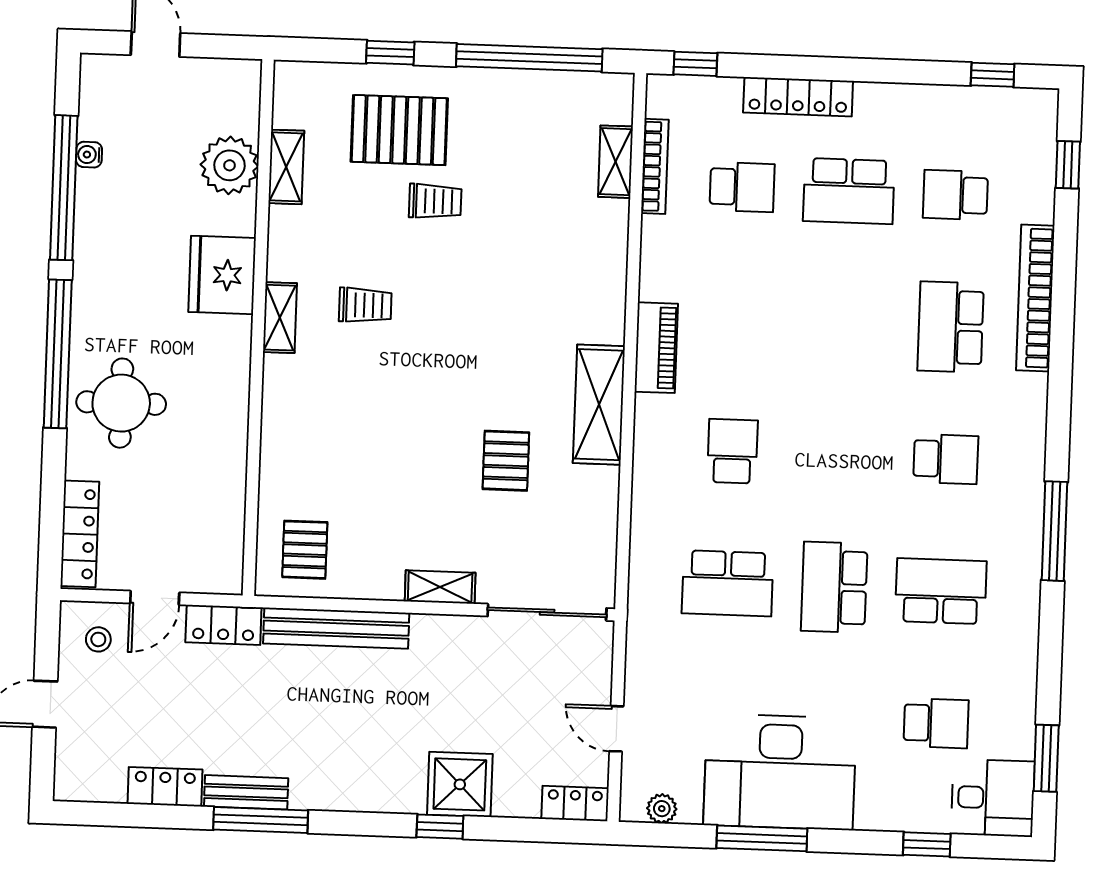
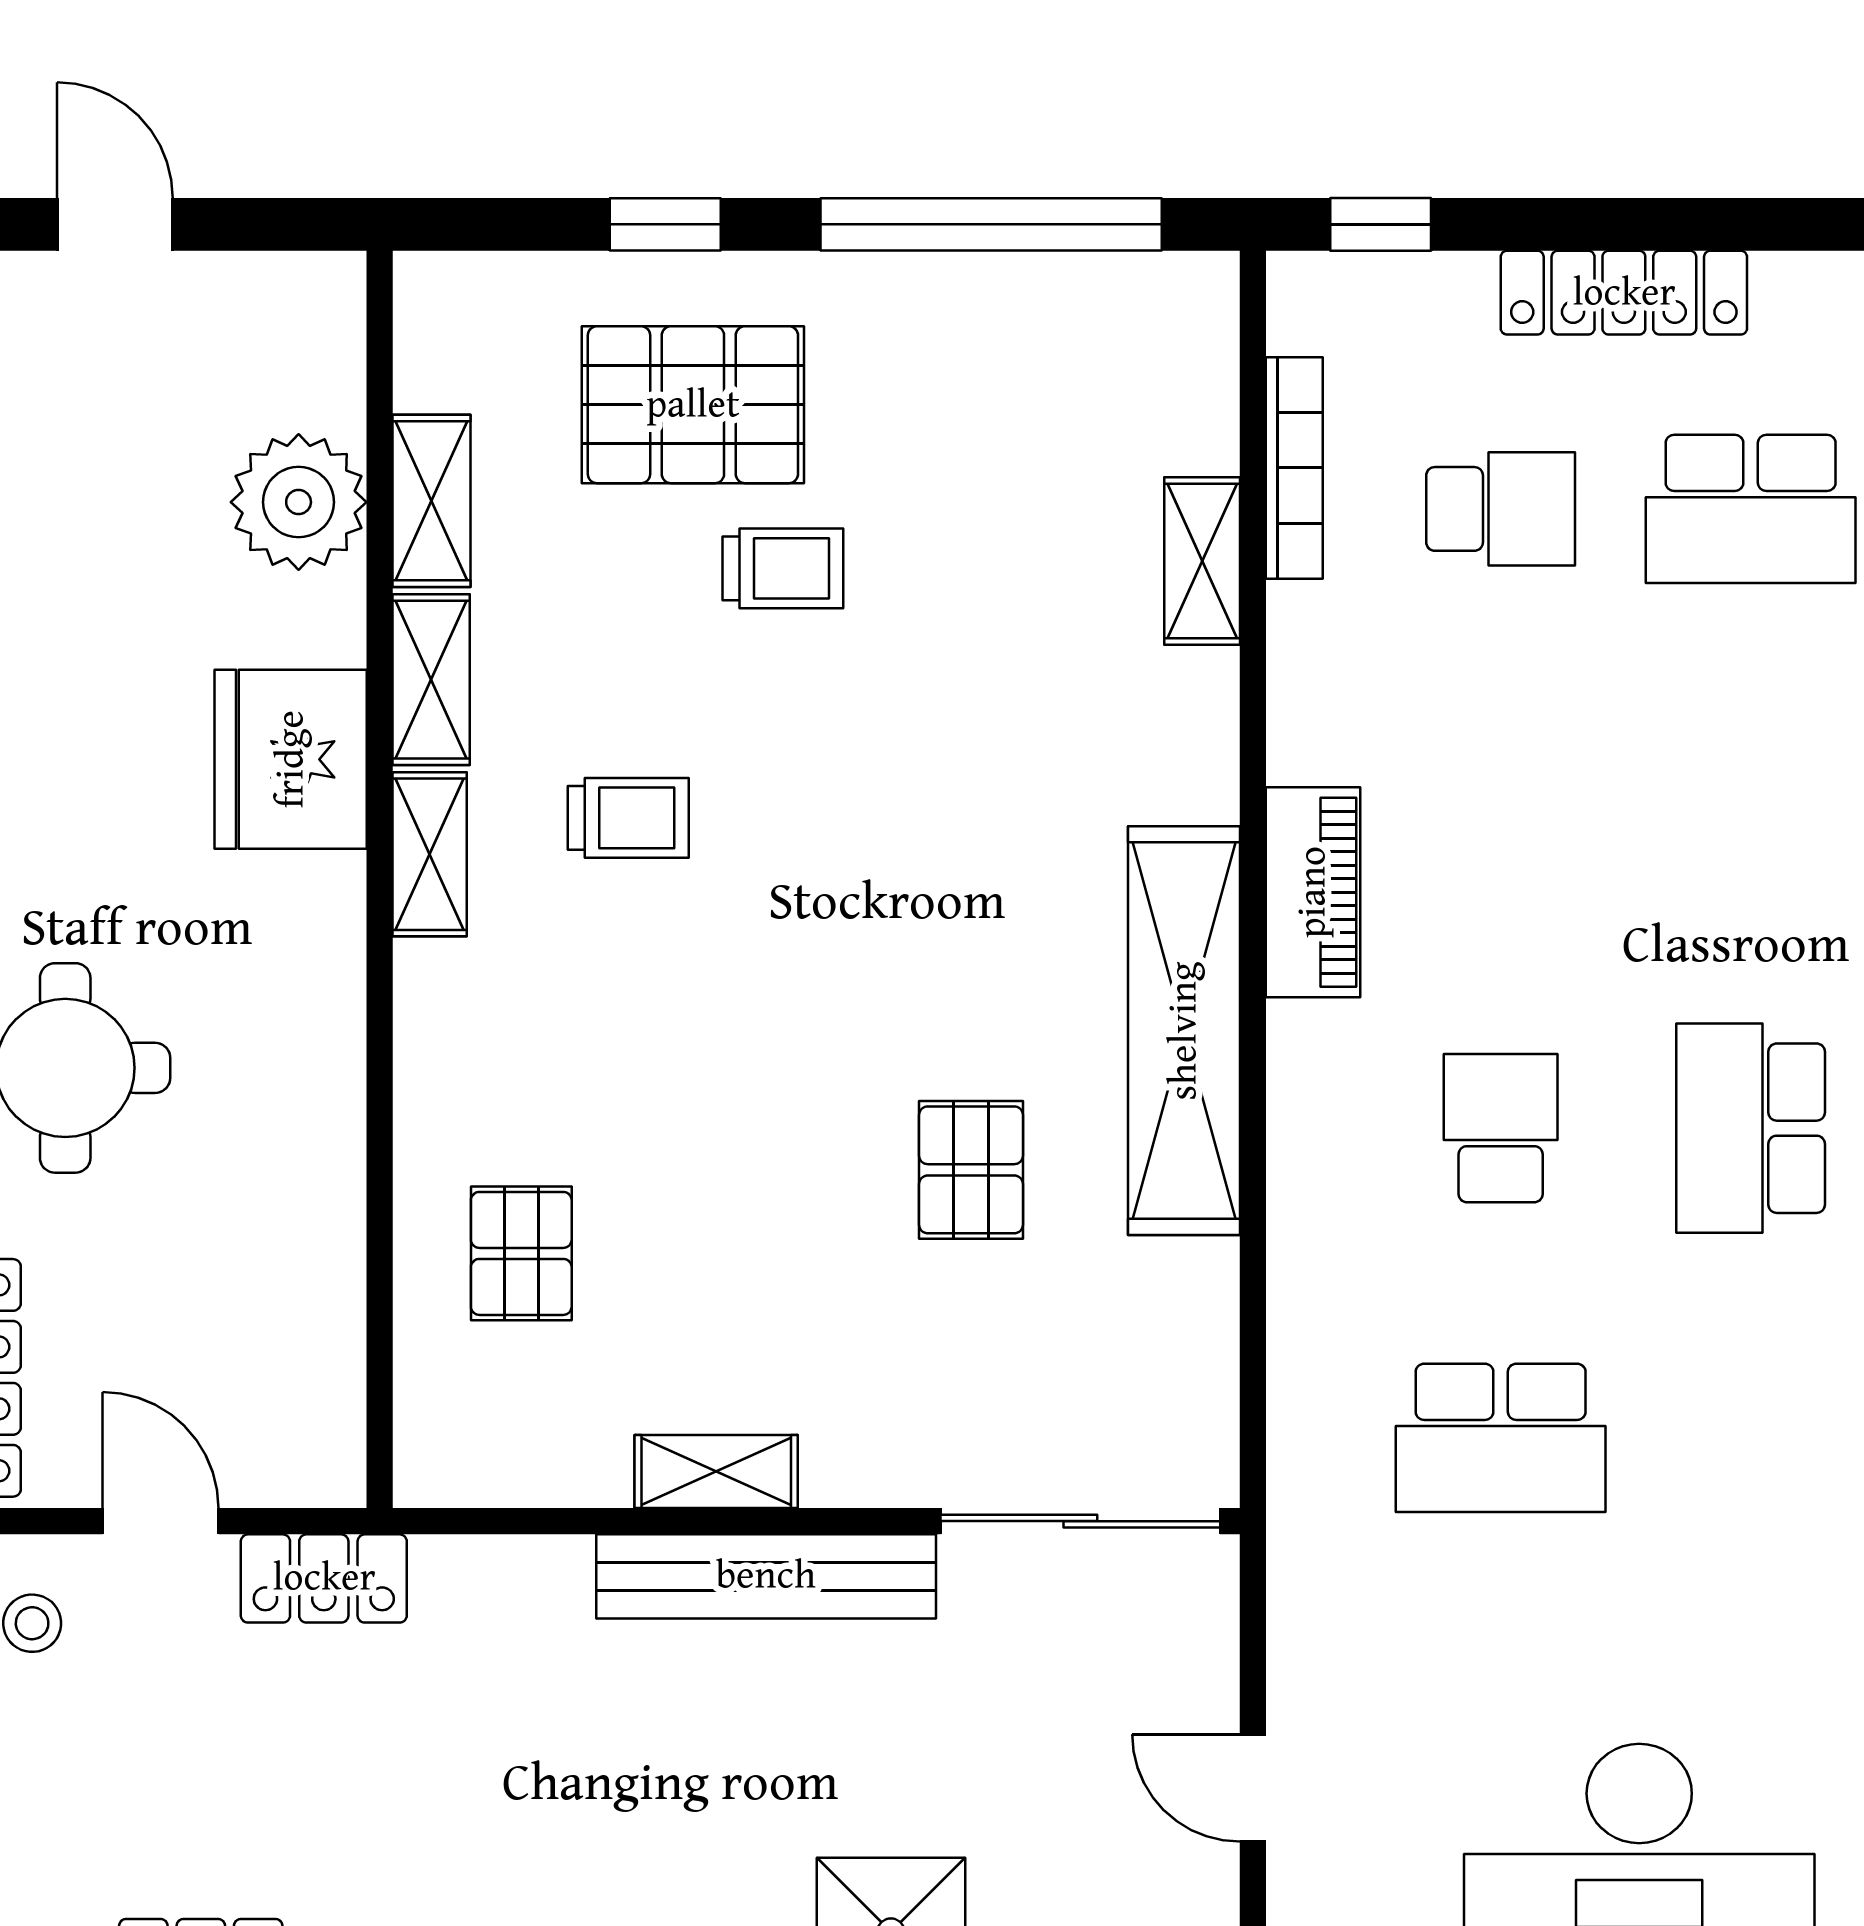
shelving: (616, 162) -> (1202, 561), moved
shelving: (283, 243) -> (431, 680), added
shelving: (599, 405) -> (1184, 1031), width x1.47
pallet: (305, 550) -> (521, 1253), moved
shelving: (440, 587) -> (716, 1471), moved
school desk: (834, 587) -> (1751, 1128), moved
door: (155, 598) -> (161, 1521), swing flipped
bench: (336, 628) -> (766, 1576), moved

